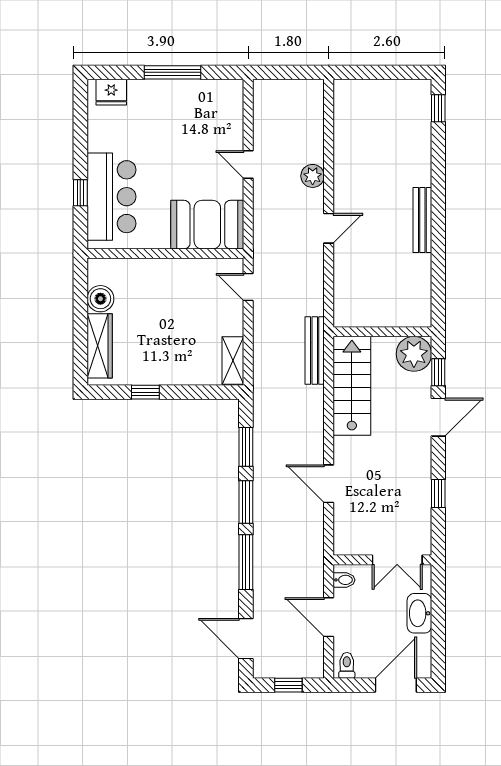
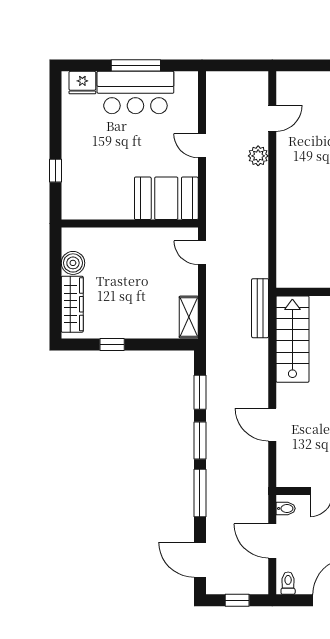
bar counter: (111, 197) -> (135, 92), moved, turned 90
door: (329, 228) -> (272, 118), moved

